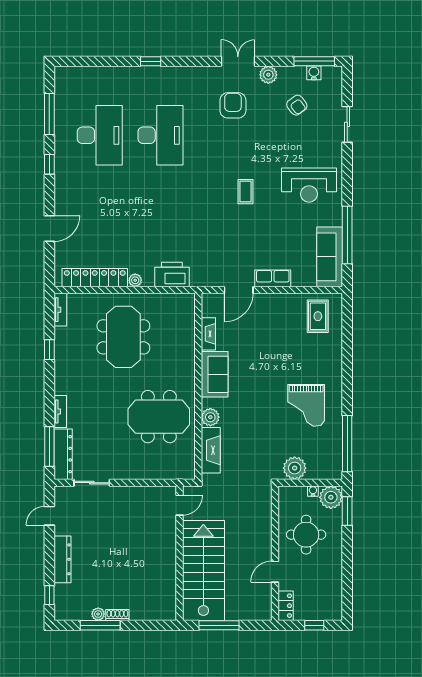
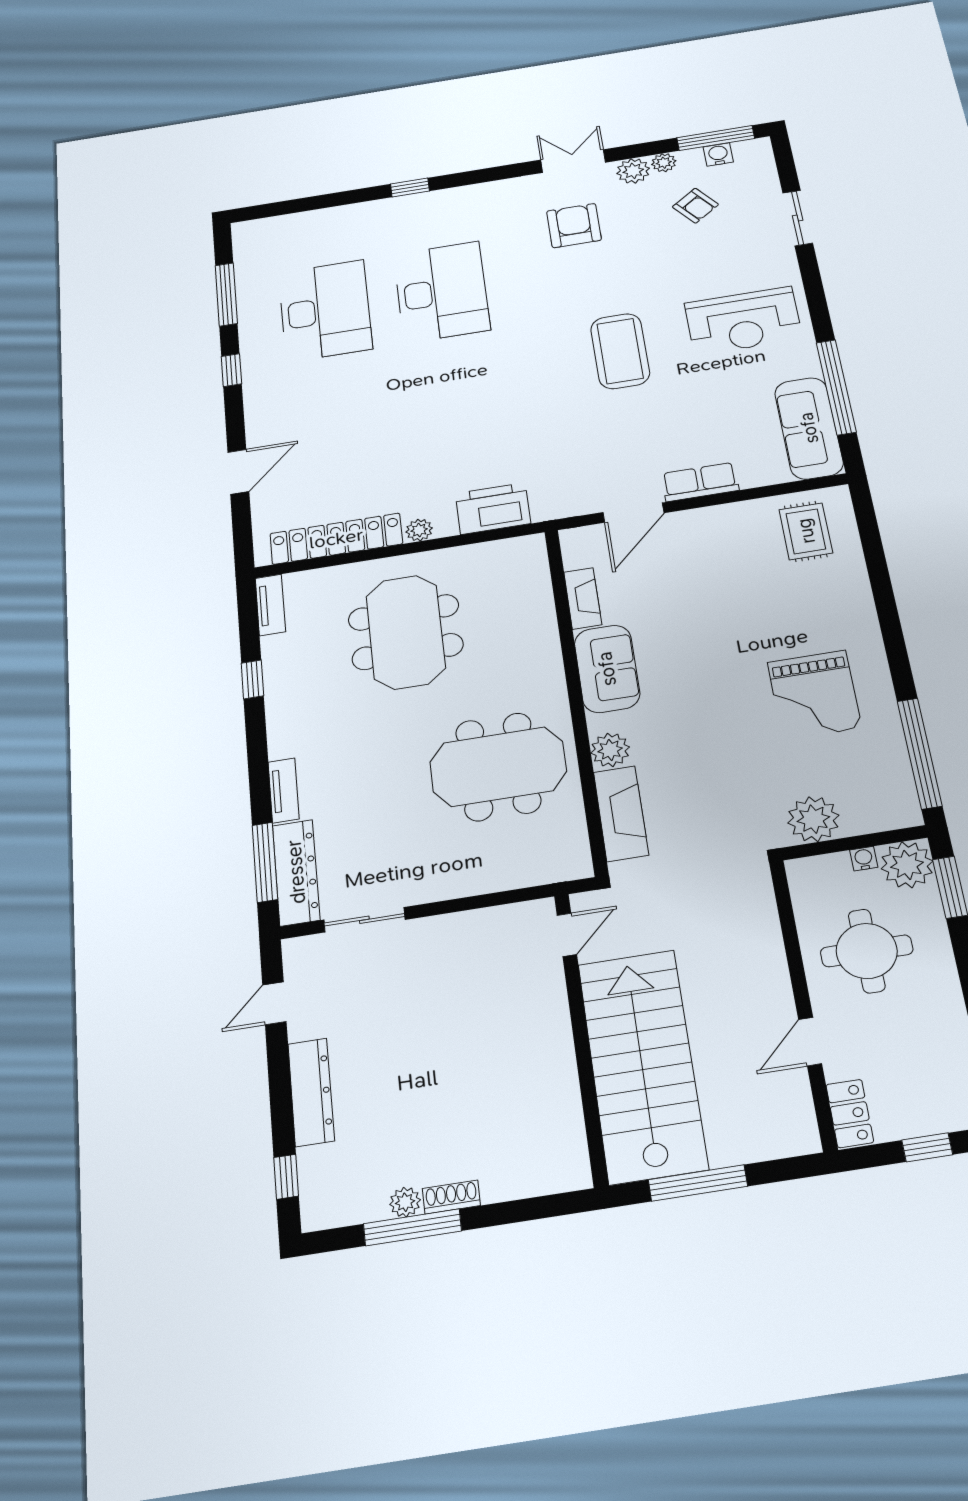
plant: (285, 72) -> (664, 163), added
coffee table: (246, 192) -> (620, 351), width x1.86, depth x1.72

